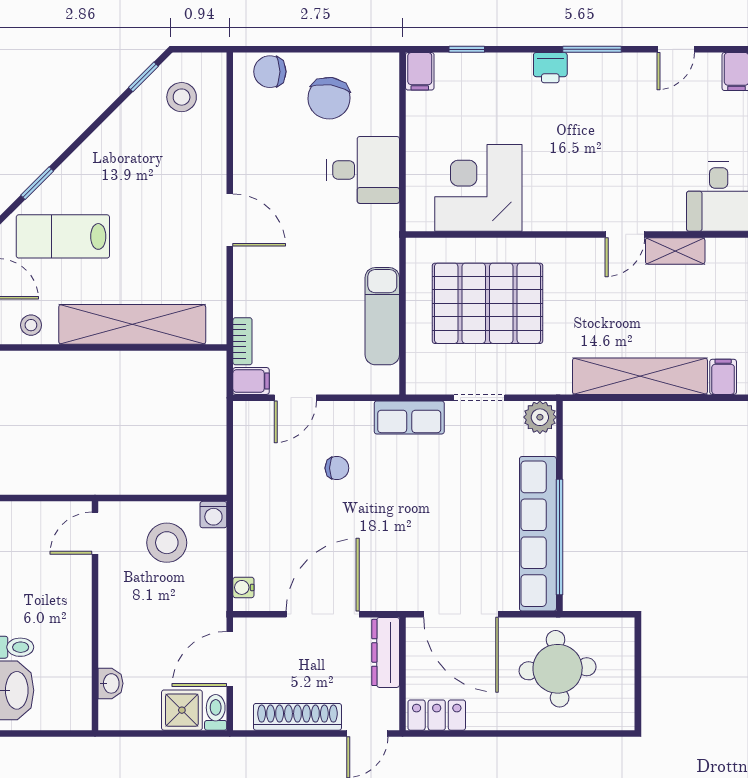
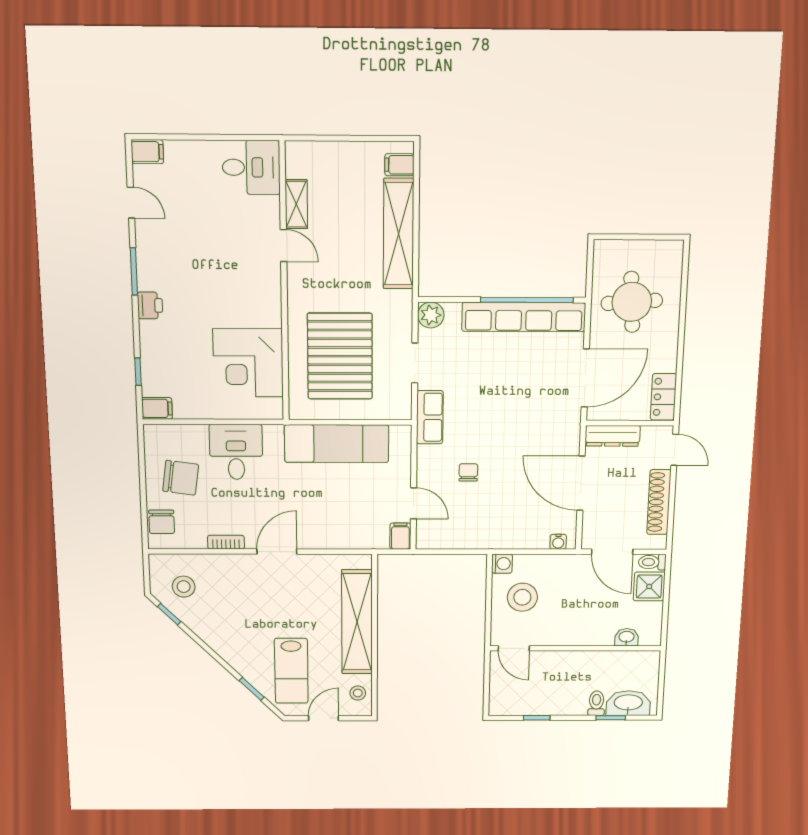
exam couch: (382, 316) -> (337, 444), width x1.36, depth x1.45
bookcase: (242, 341) -> (226, 542), moved

